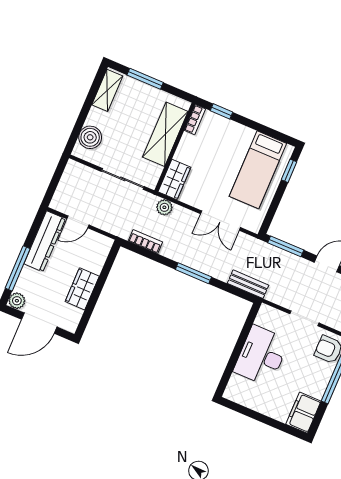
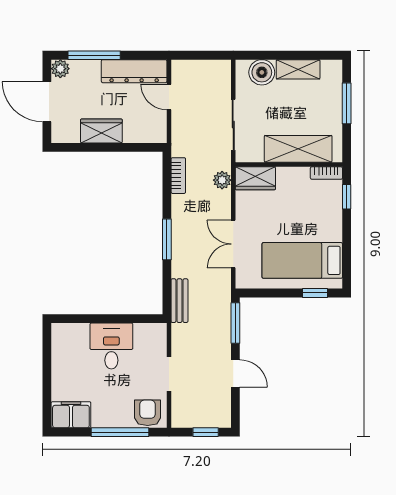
shelving: (107, 90) -> (298, 69), moved
desk: (261, 356) -> (111, 346), width x0.73

